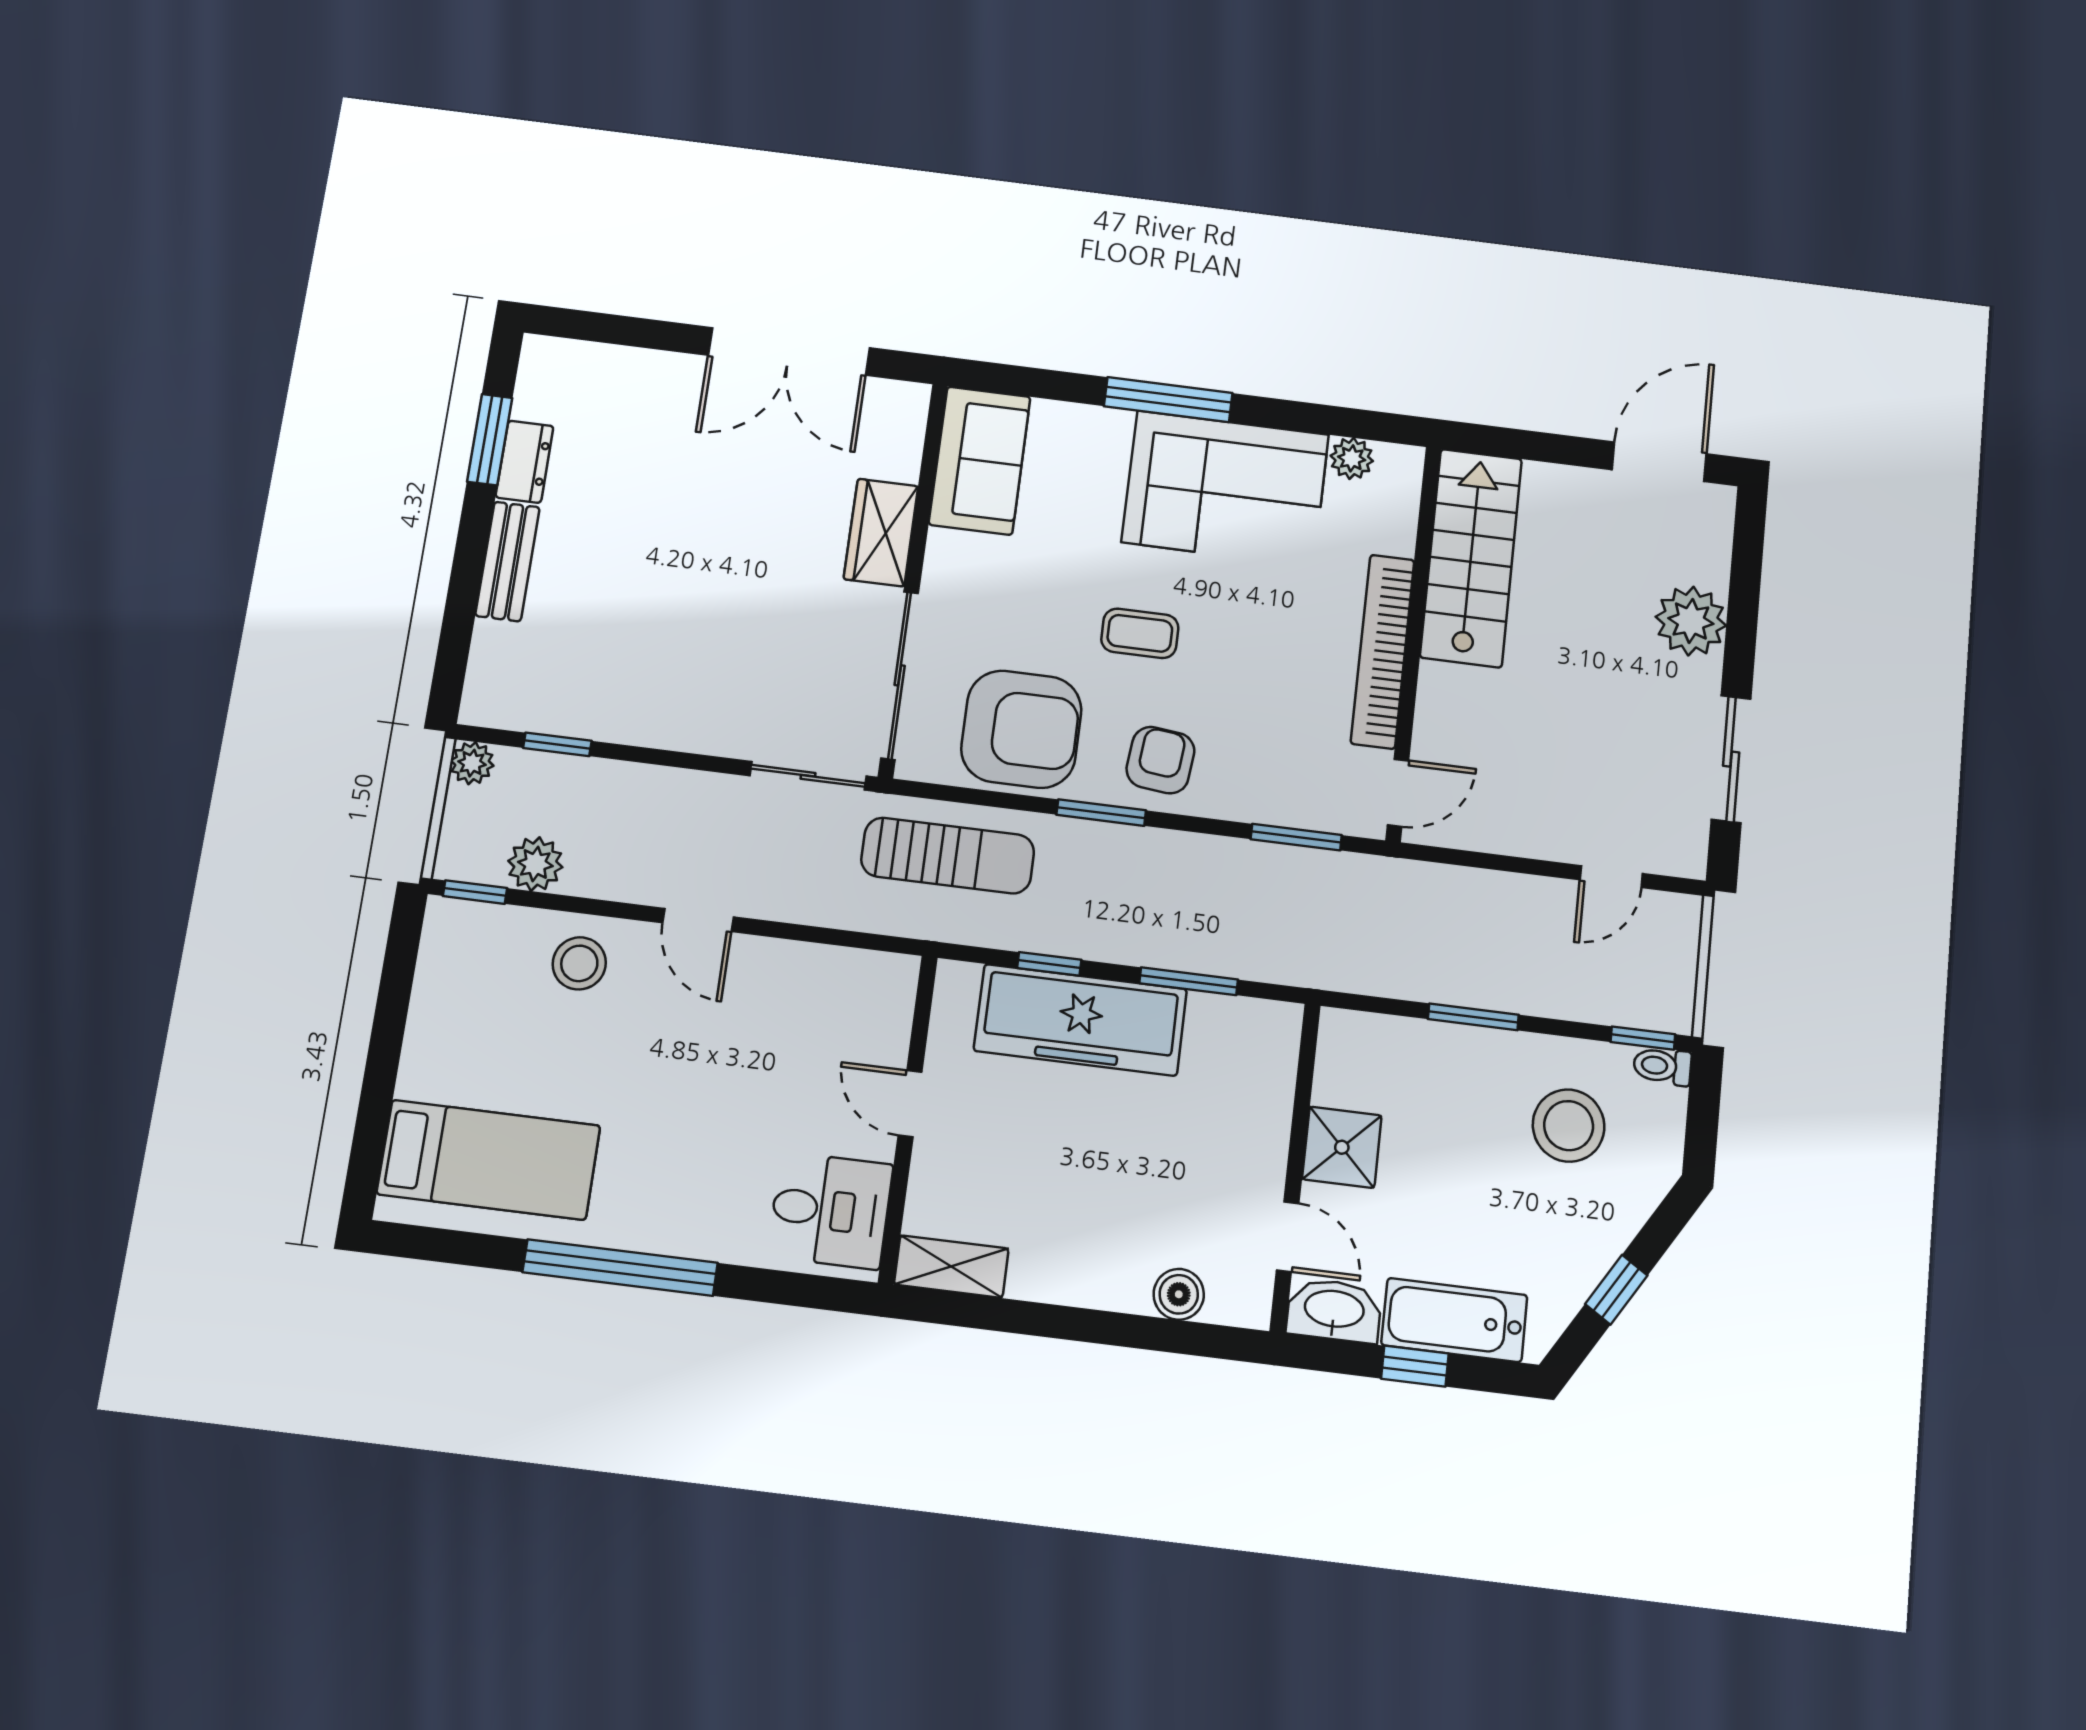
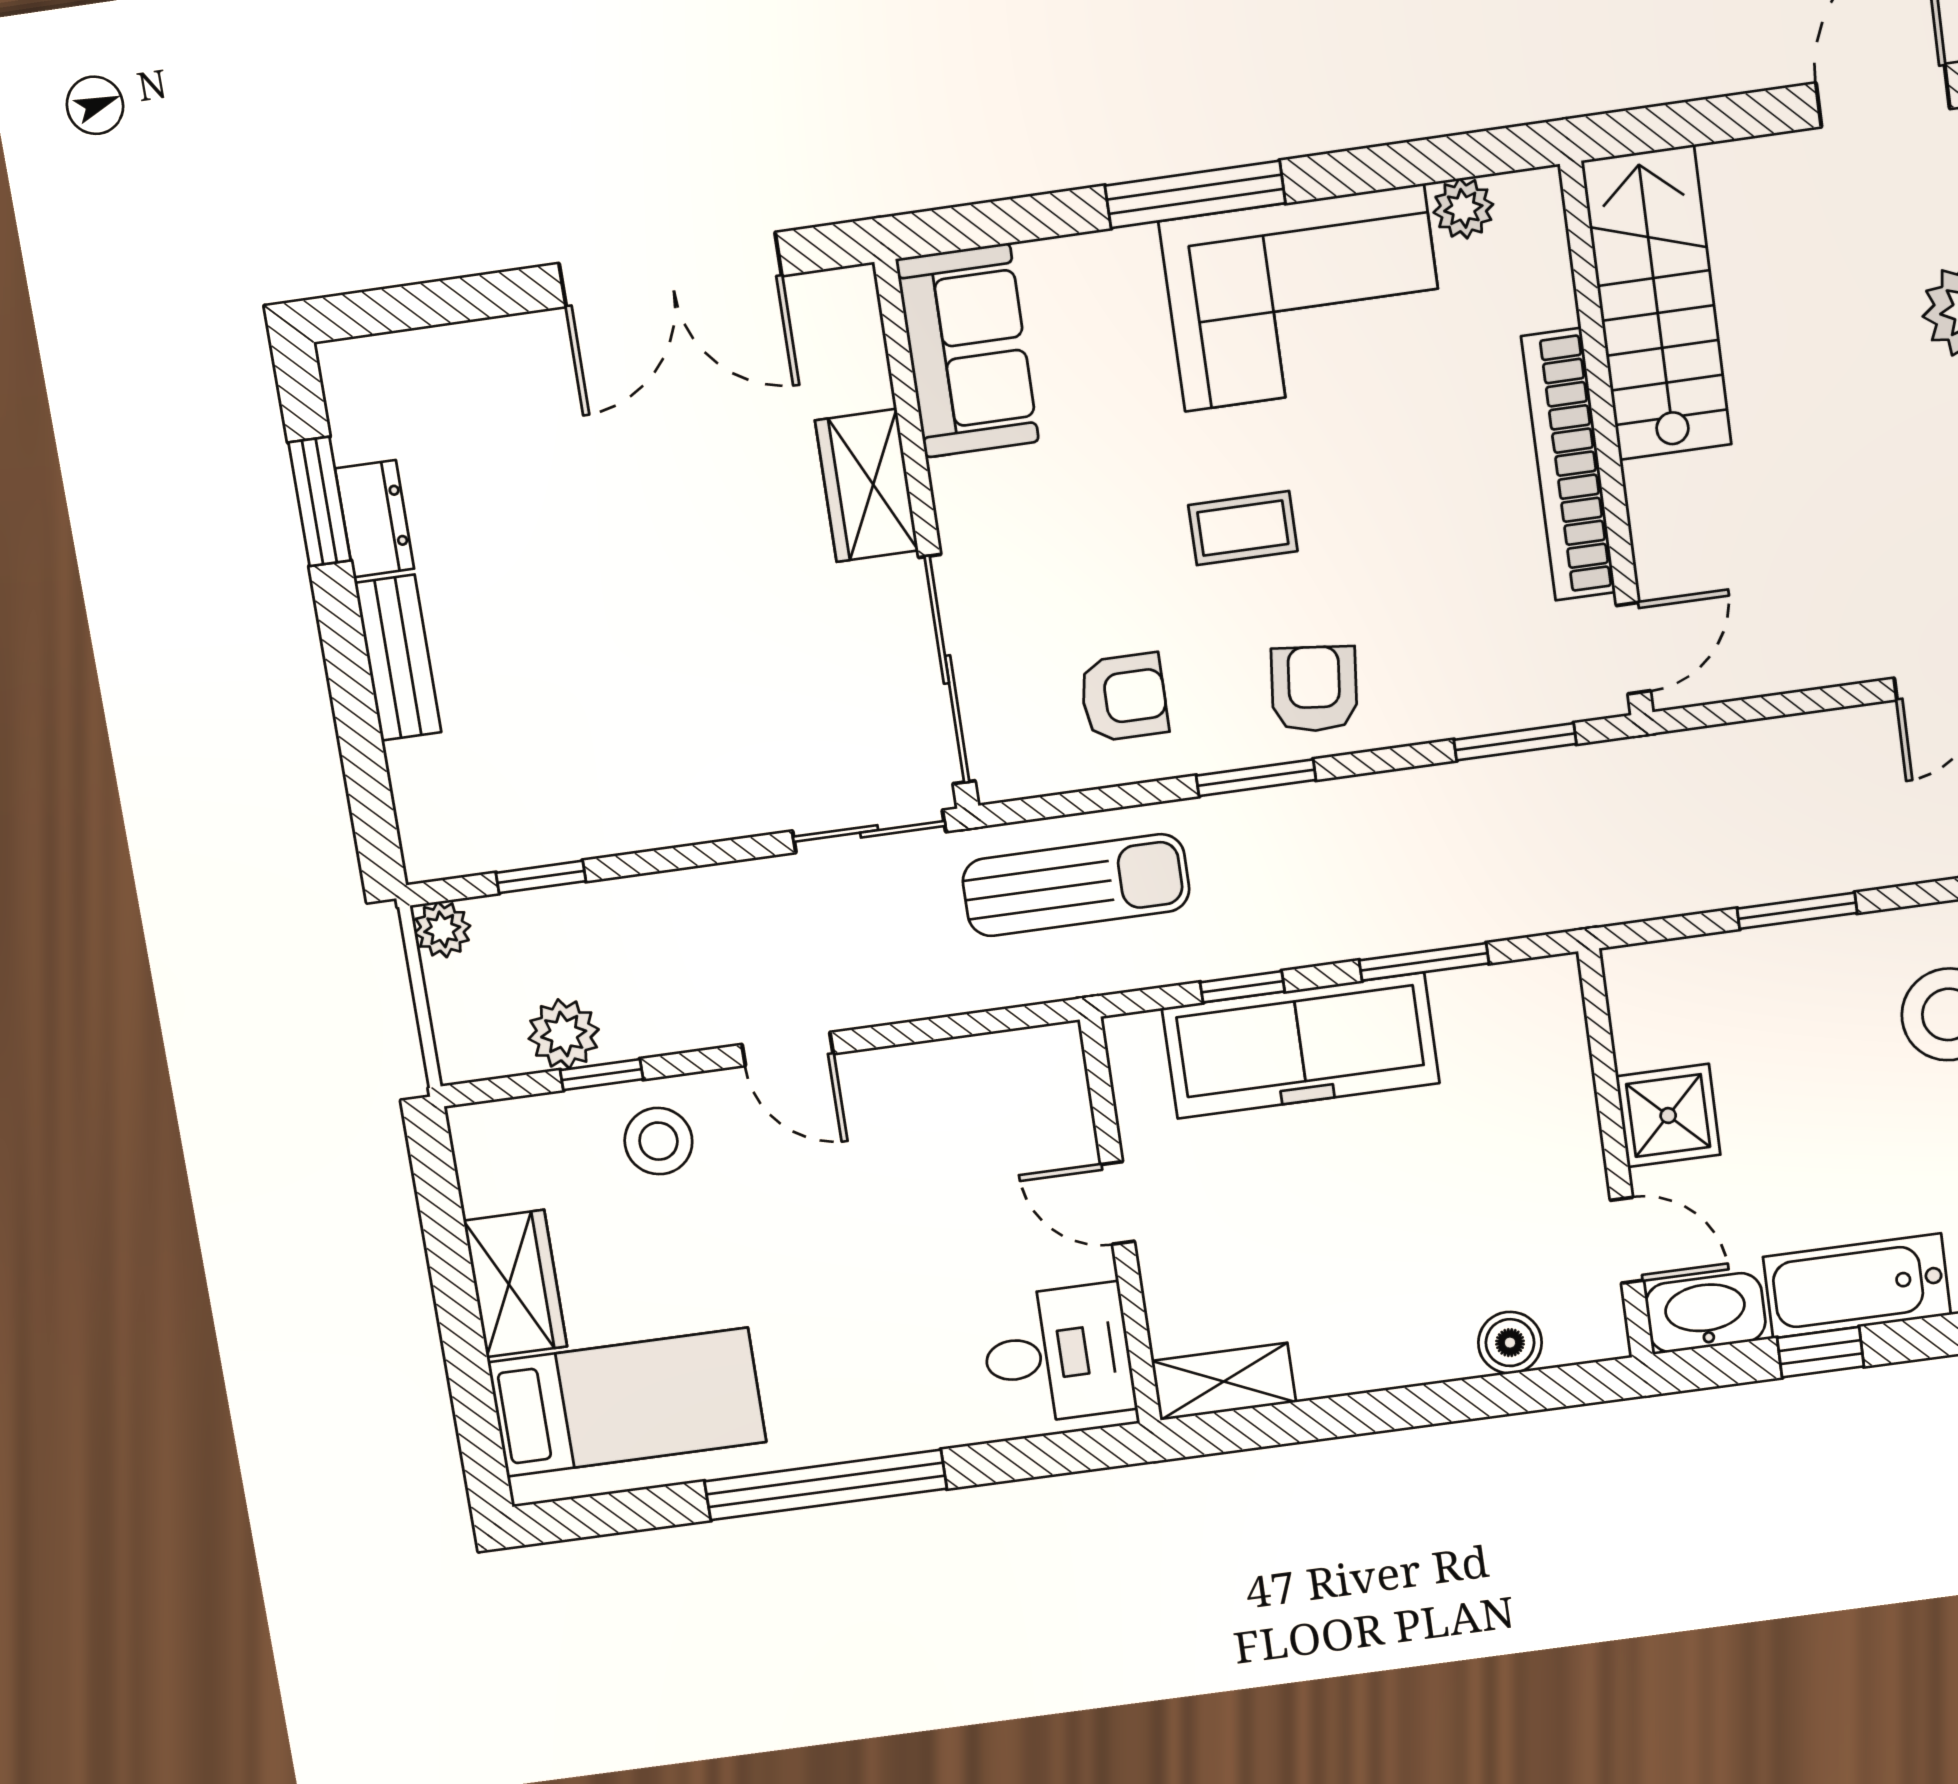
armchair: (1021, 729) -> (1124, 697), width x0.53, depth x0.53
window: (475, 892) -> (602, 1075), moved
wardrobe: (435, 1044) -> (515, 1284), added

